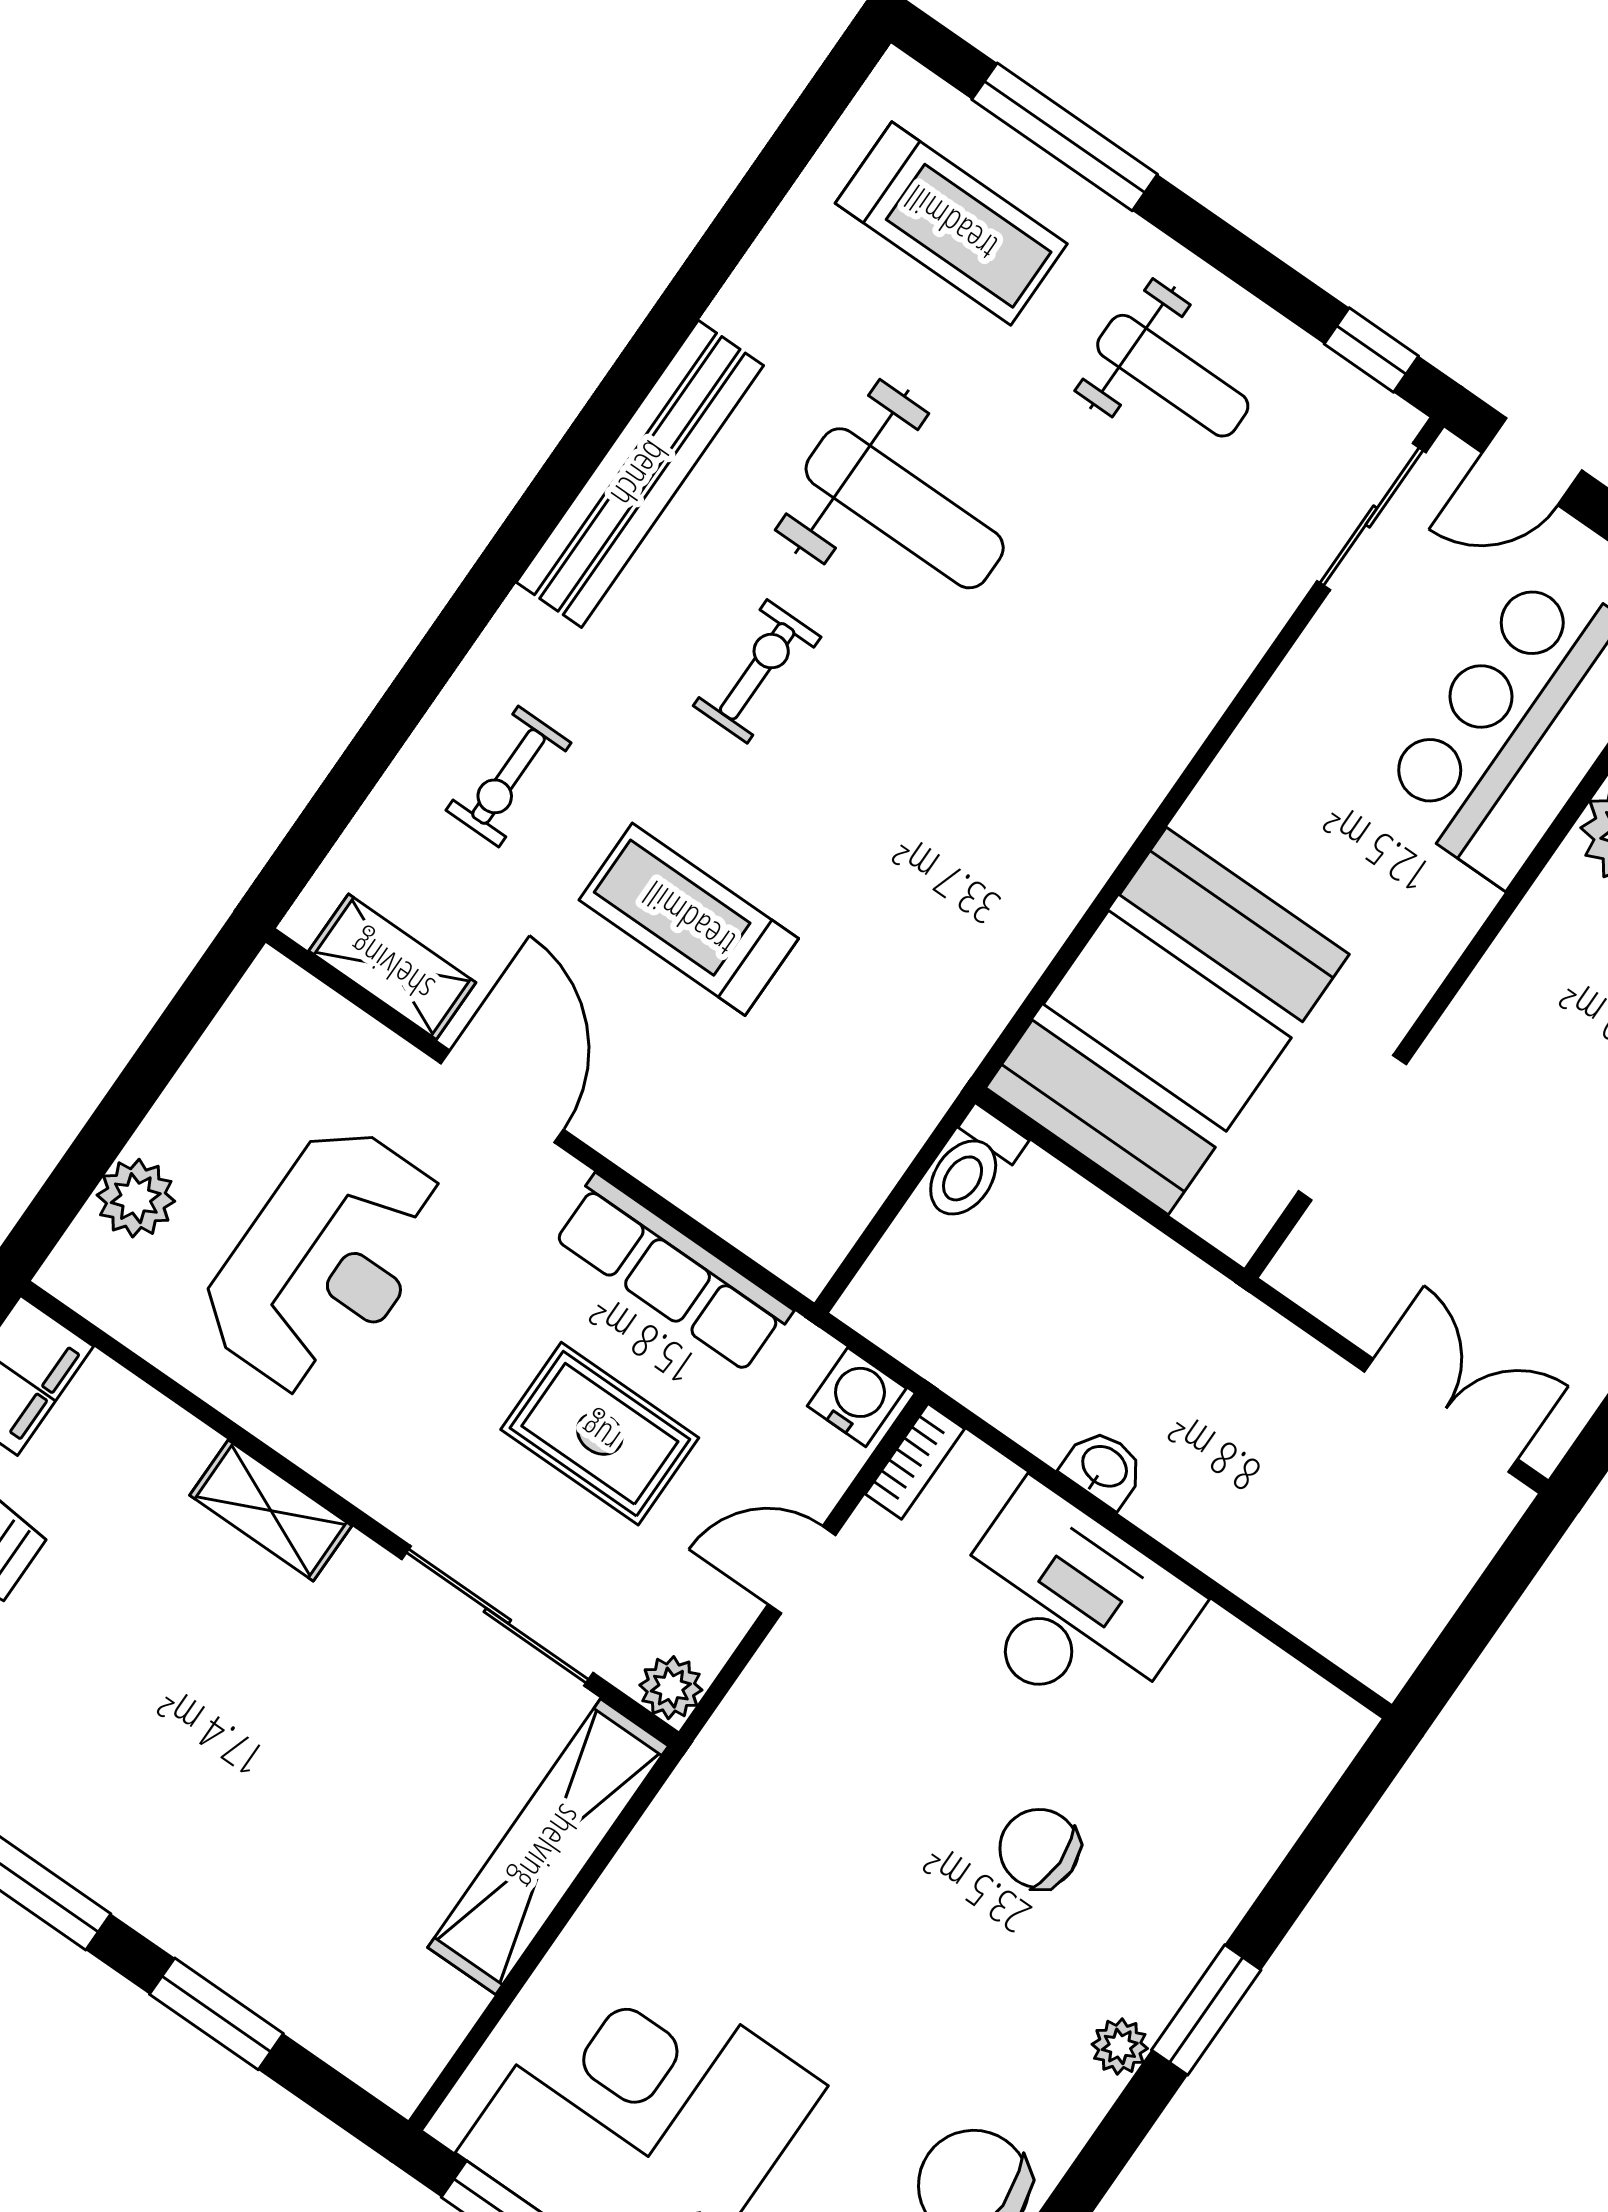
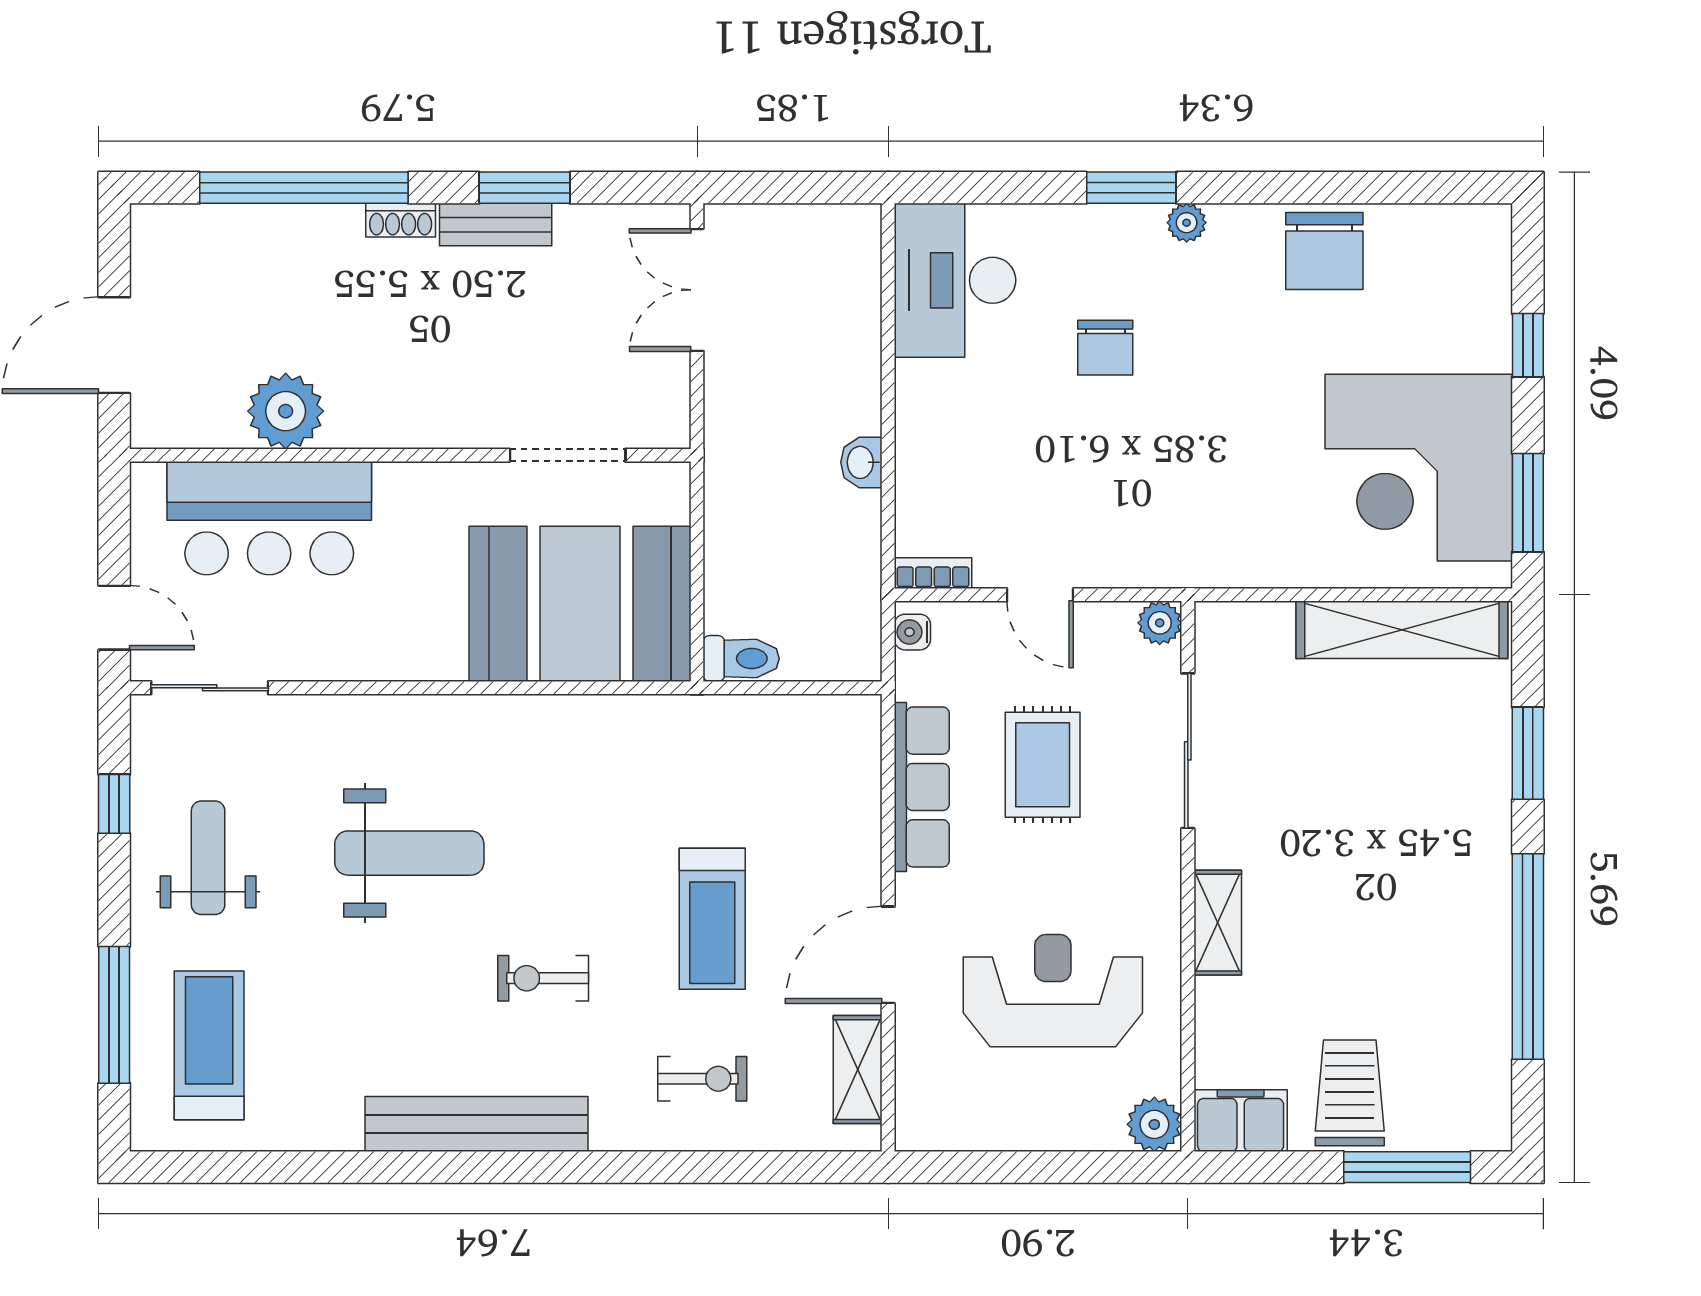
window: (1371, 350) -> (114, 804), moved
weight bench: (905, 508) -> (409, 853), moved, turned 90
plant: (136, 1198) -> (1154, 1124), moved
water cooler: (857, 1397) -> (912, 632), width x0.72, depth x0.72
desk: (1069, 1607) -> (955, 280), moved
shelving: (548, 1847) -> (1402, 630), moved

